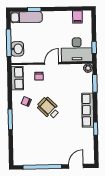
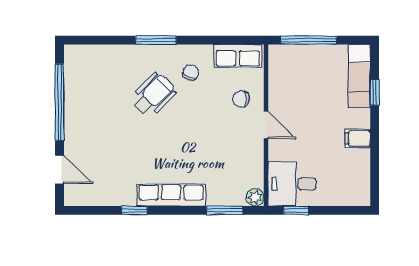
filing cabinet: (77, 17) -> (358, 139), moved
washbasin: (17, 49) -> (296, 57), removed
desk: (77, 50) -> (292, 184), width x0.73
wheelchair: (48, 108) -> (154, 95), moved

